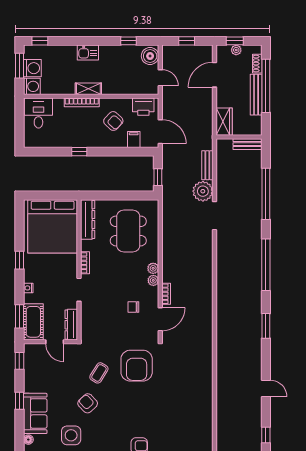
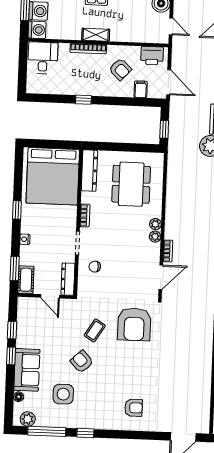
chair: (133, 307) -> (95, 267), moved
cot: (33, 322) -> (26, 280), width x0.73, depth x0.75
window: (19, 361) -> (12, 330), moved

